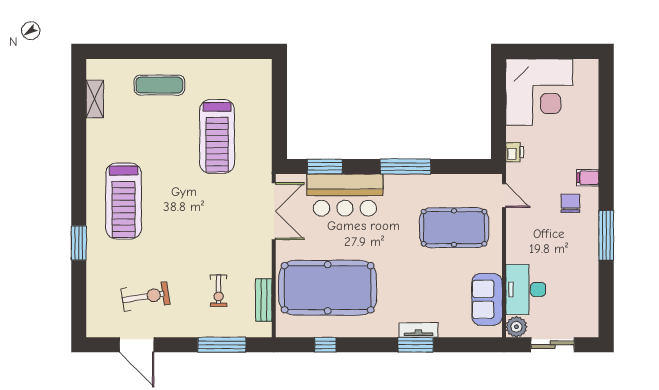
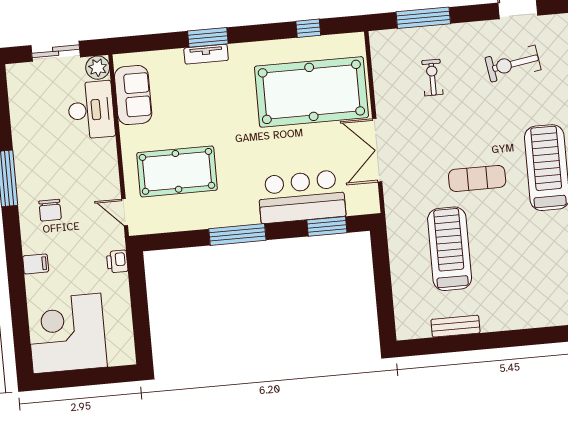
exercise mat: (159, 85) -> (477, 178), moved
corner desk: (539, 92) -> (67, 333), moved
filing cabinet: (588, 178) -> (36, 264), moved
double door: (274, 211) -> (377, 150), moved
bench: (264, 300) -> (456, 326), moved, turned 90

